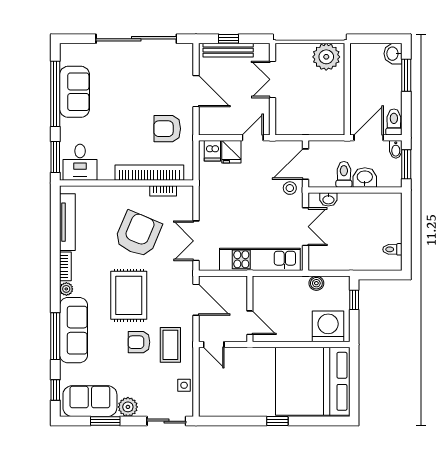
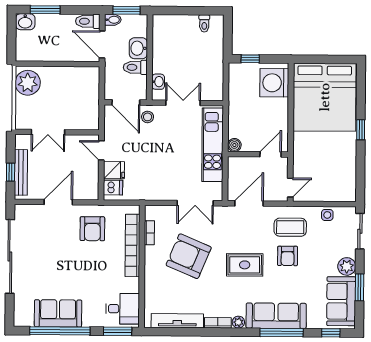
boiler: (316, 283) -> (234, 145), moved
rug: (129, 295) -> (245, 265), width x0.73, depth x0.70

